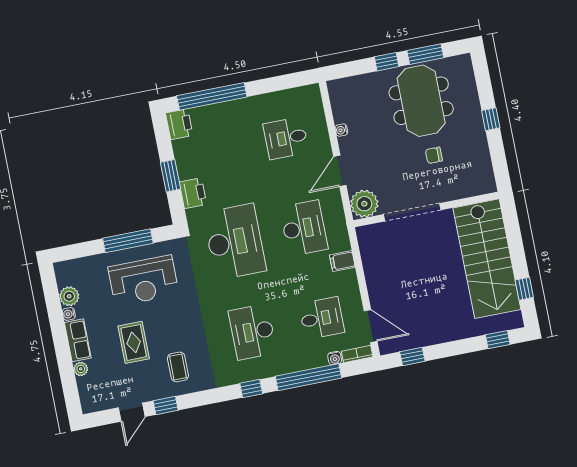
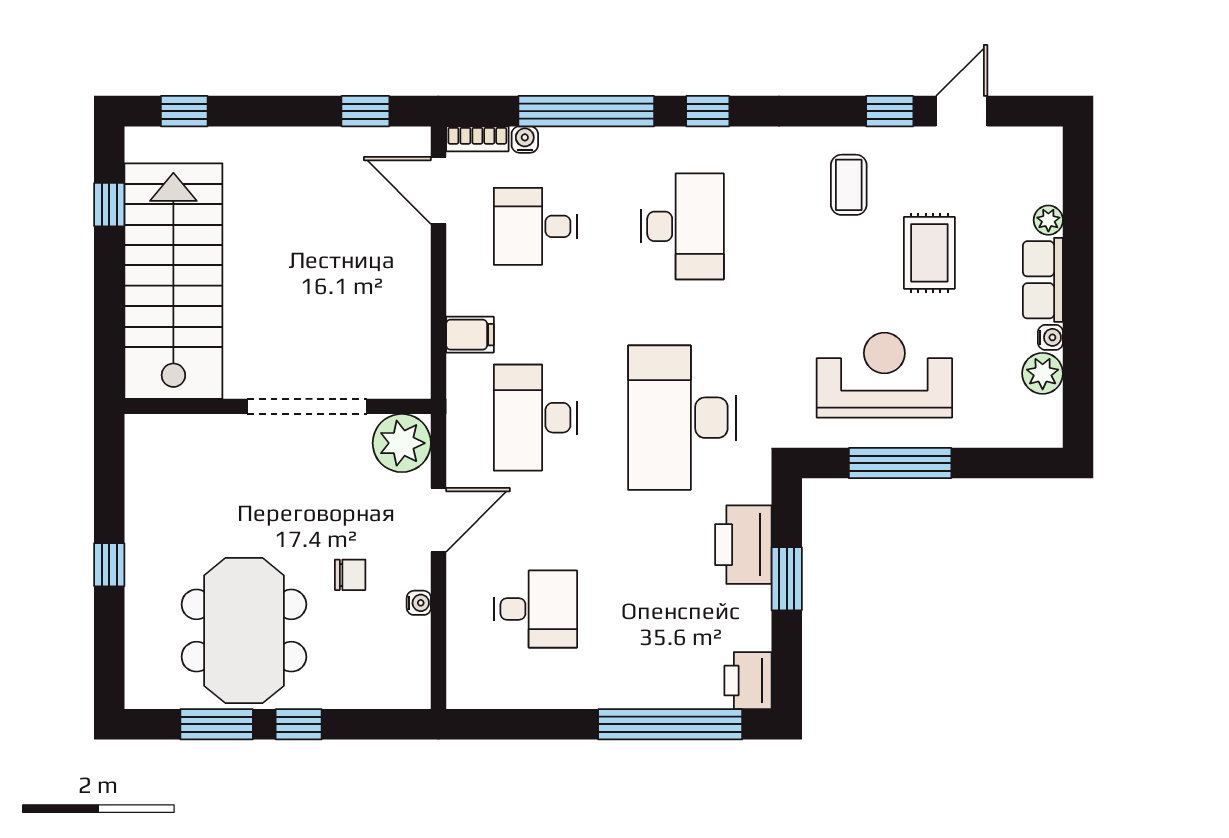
chair: (434, 155) -> (350, 575), moved
printer: (193, 193) -> (743, 545), width x1.37, depth x1.19

